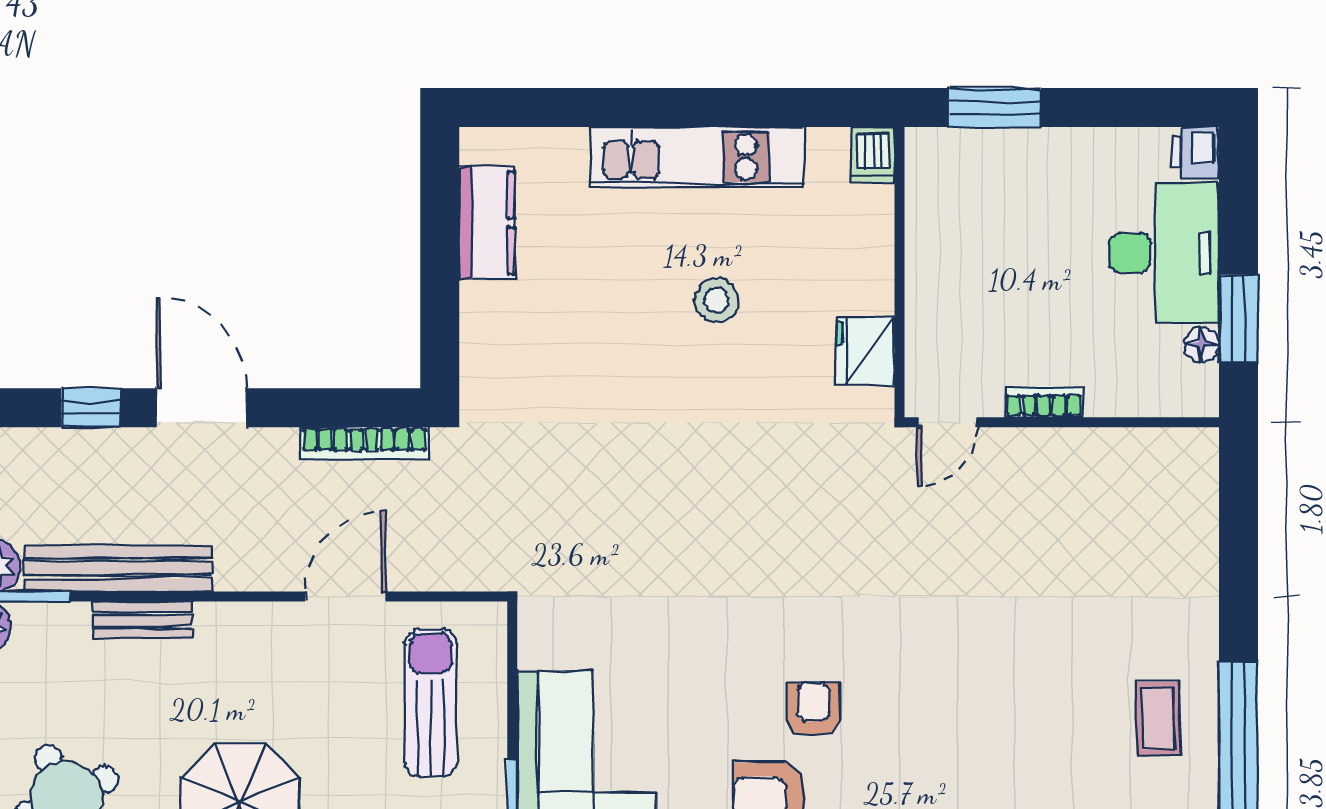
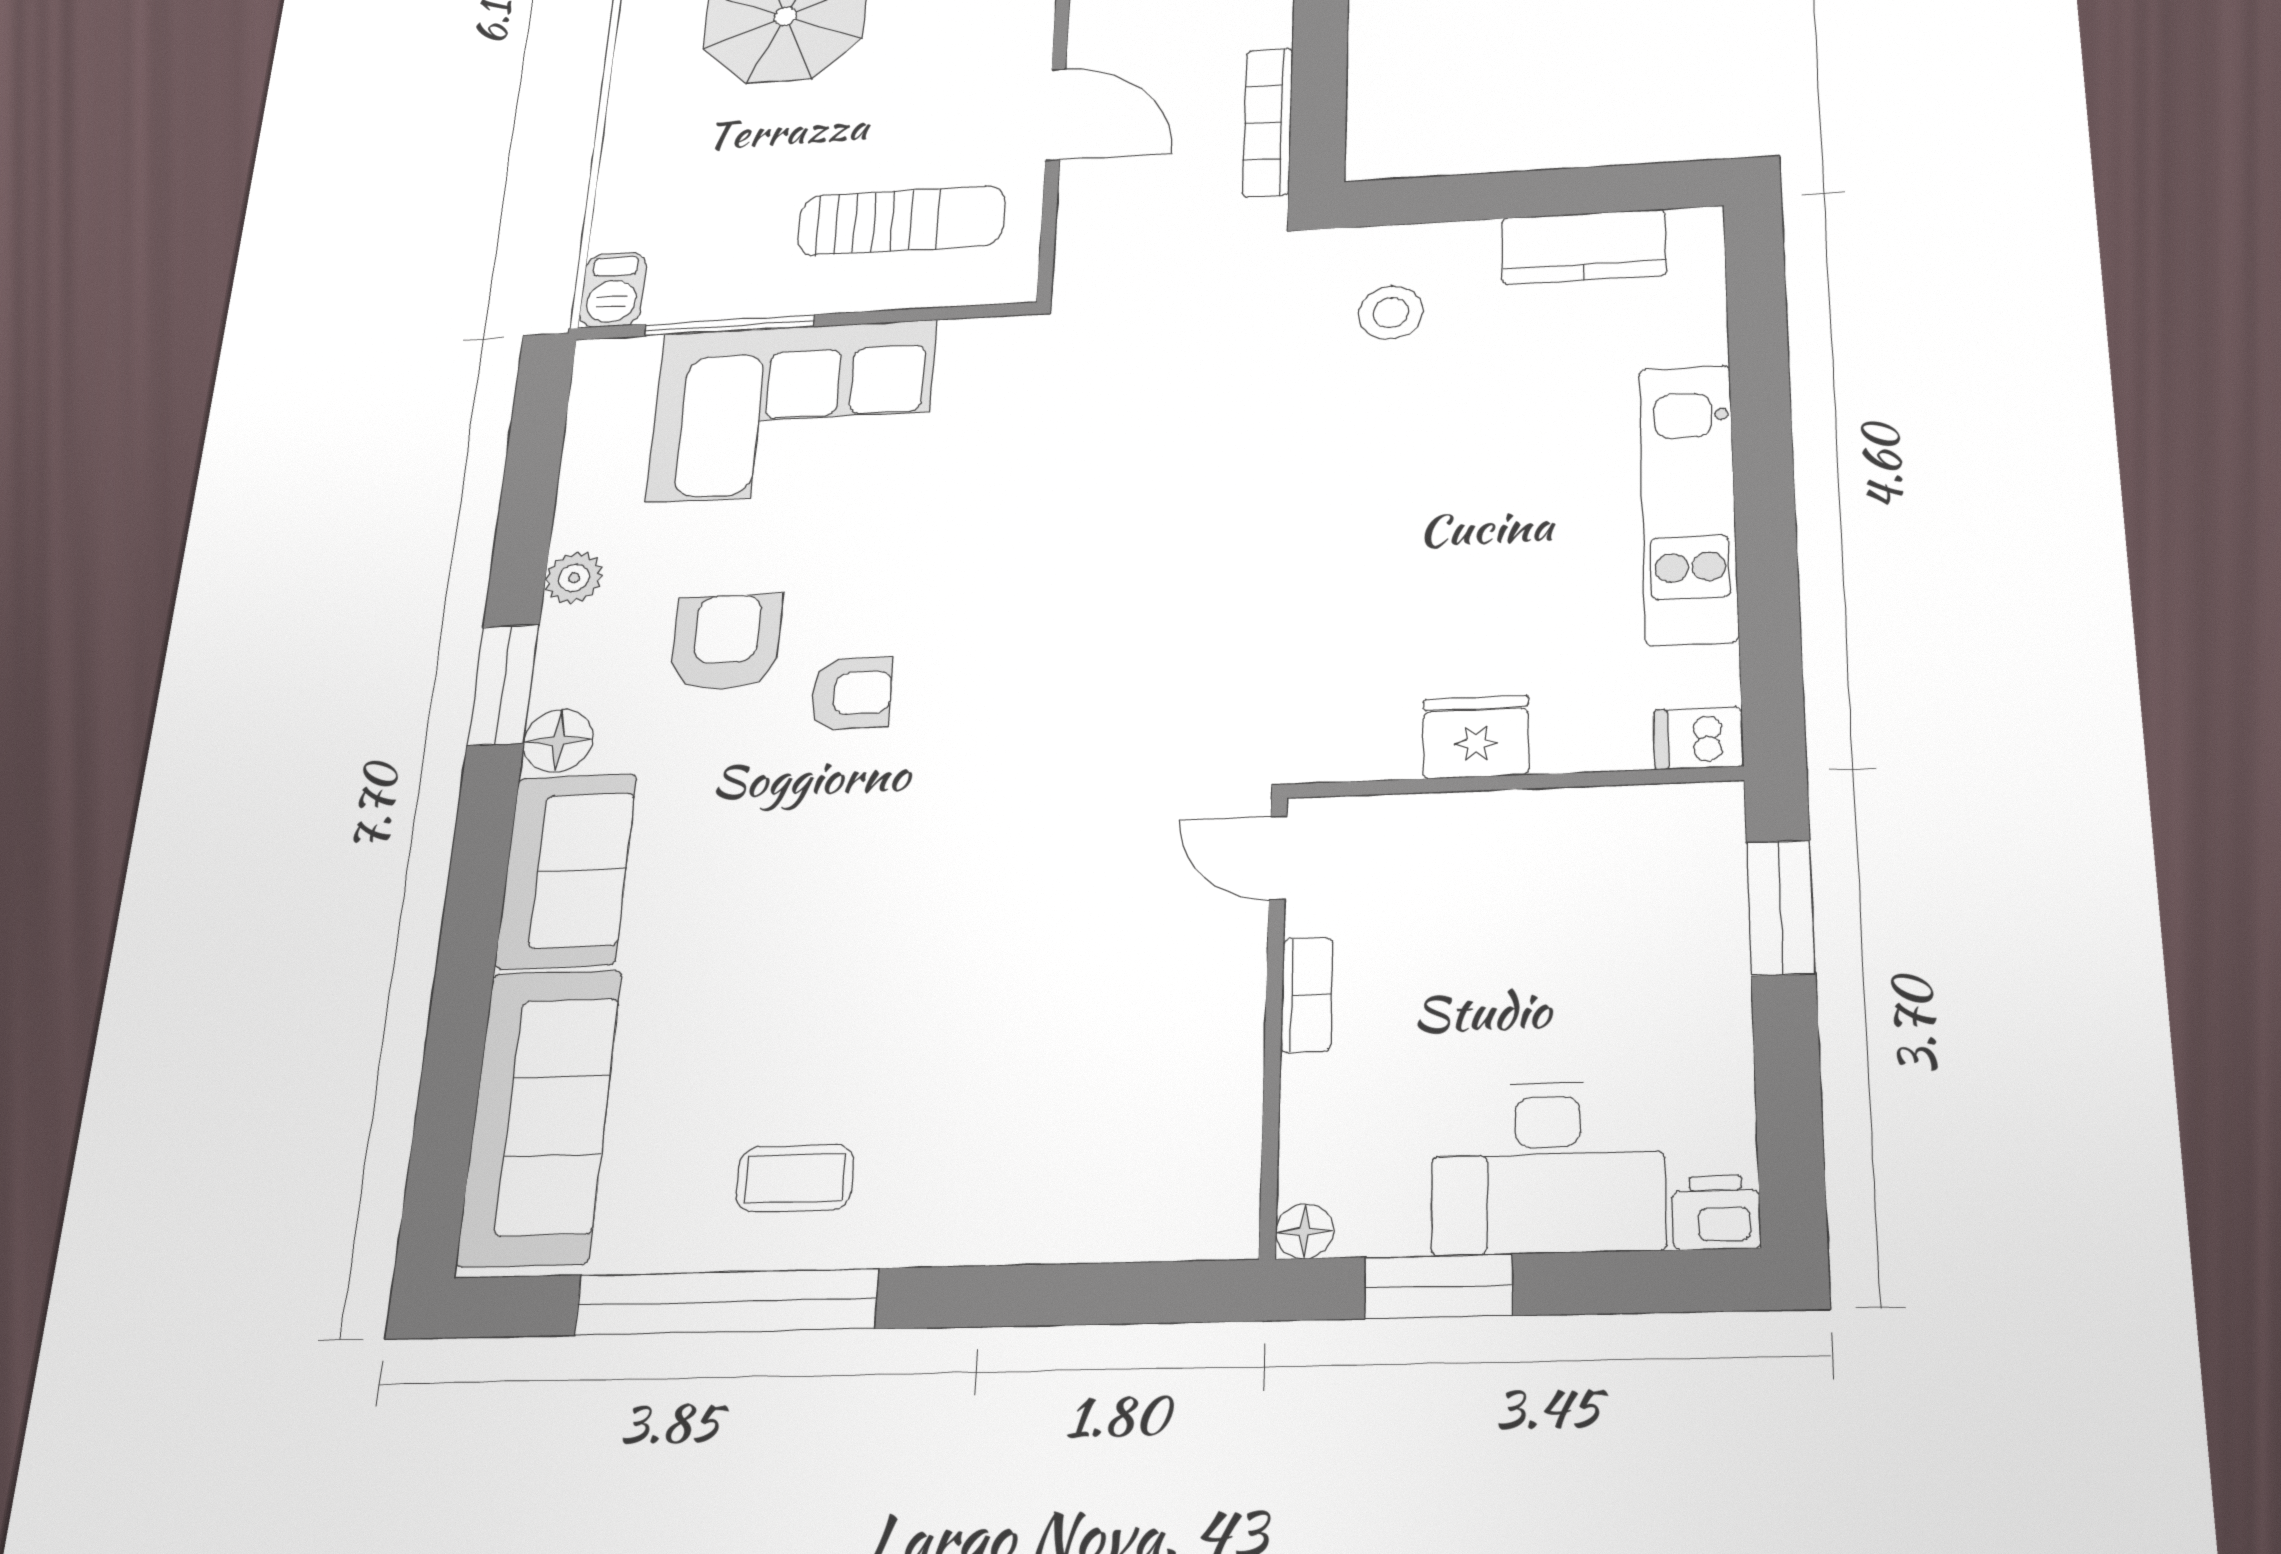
stool: (716, 300) -> (1391, 313), moved
floor lamp: (1201, 344) -> (1305, 1231), moved
fridge: (866, 351) -> (1476, 737), moved

